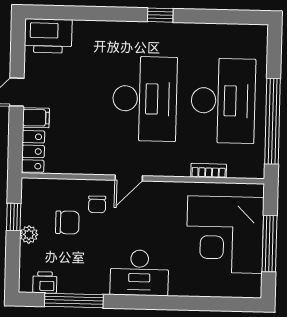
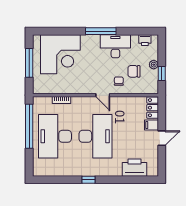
printer: (48, 36) -> (135, 168), moved
desk: (145, 99) -> (95, 136), turned 180
door: (129, 178) -> (103, 95), swing flipped
corner desk: (225, 235) -> (60, 54), moved, turned 90
desk: (139, 273) -> (115, 46), moved
window: (74, 300) -> (101, 31), moved

